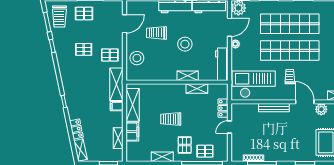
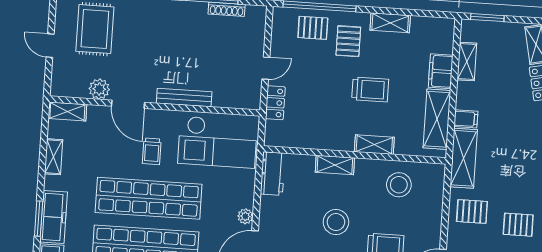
stool: (137, 58) -> (399, 185), moved
workbench: (222, 64) -> (273, 174), width x0.73
shelving: (197, 89) -> (374, 145), moved

